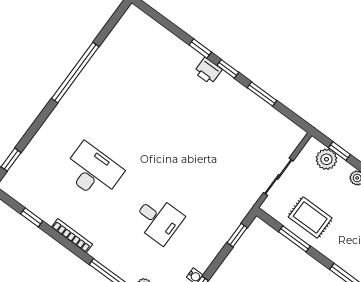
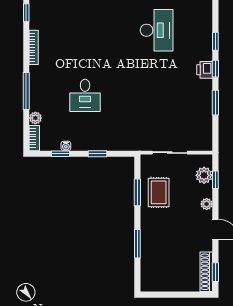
printer: (208, 71) -> (205, 70), moved
desk: (93, 171) -> (157, 30), moved
window: (237, 235) -> (98, 154), moved

